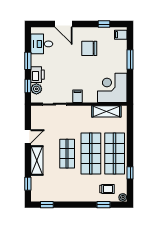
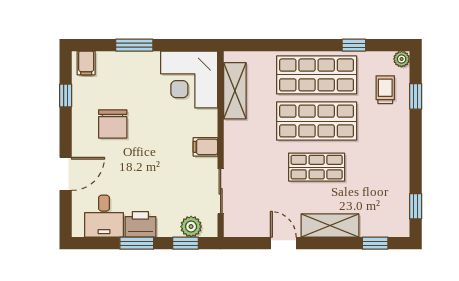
printer: (38, 75) -> (140, 224), moved

